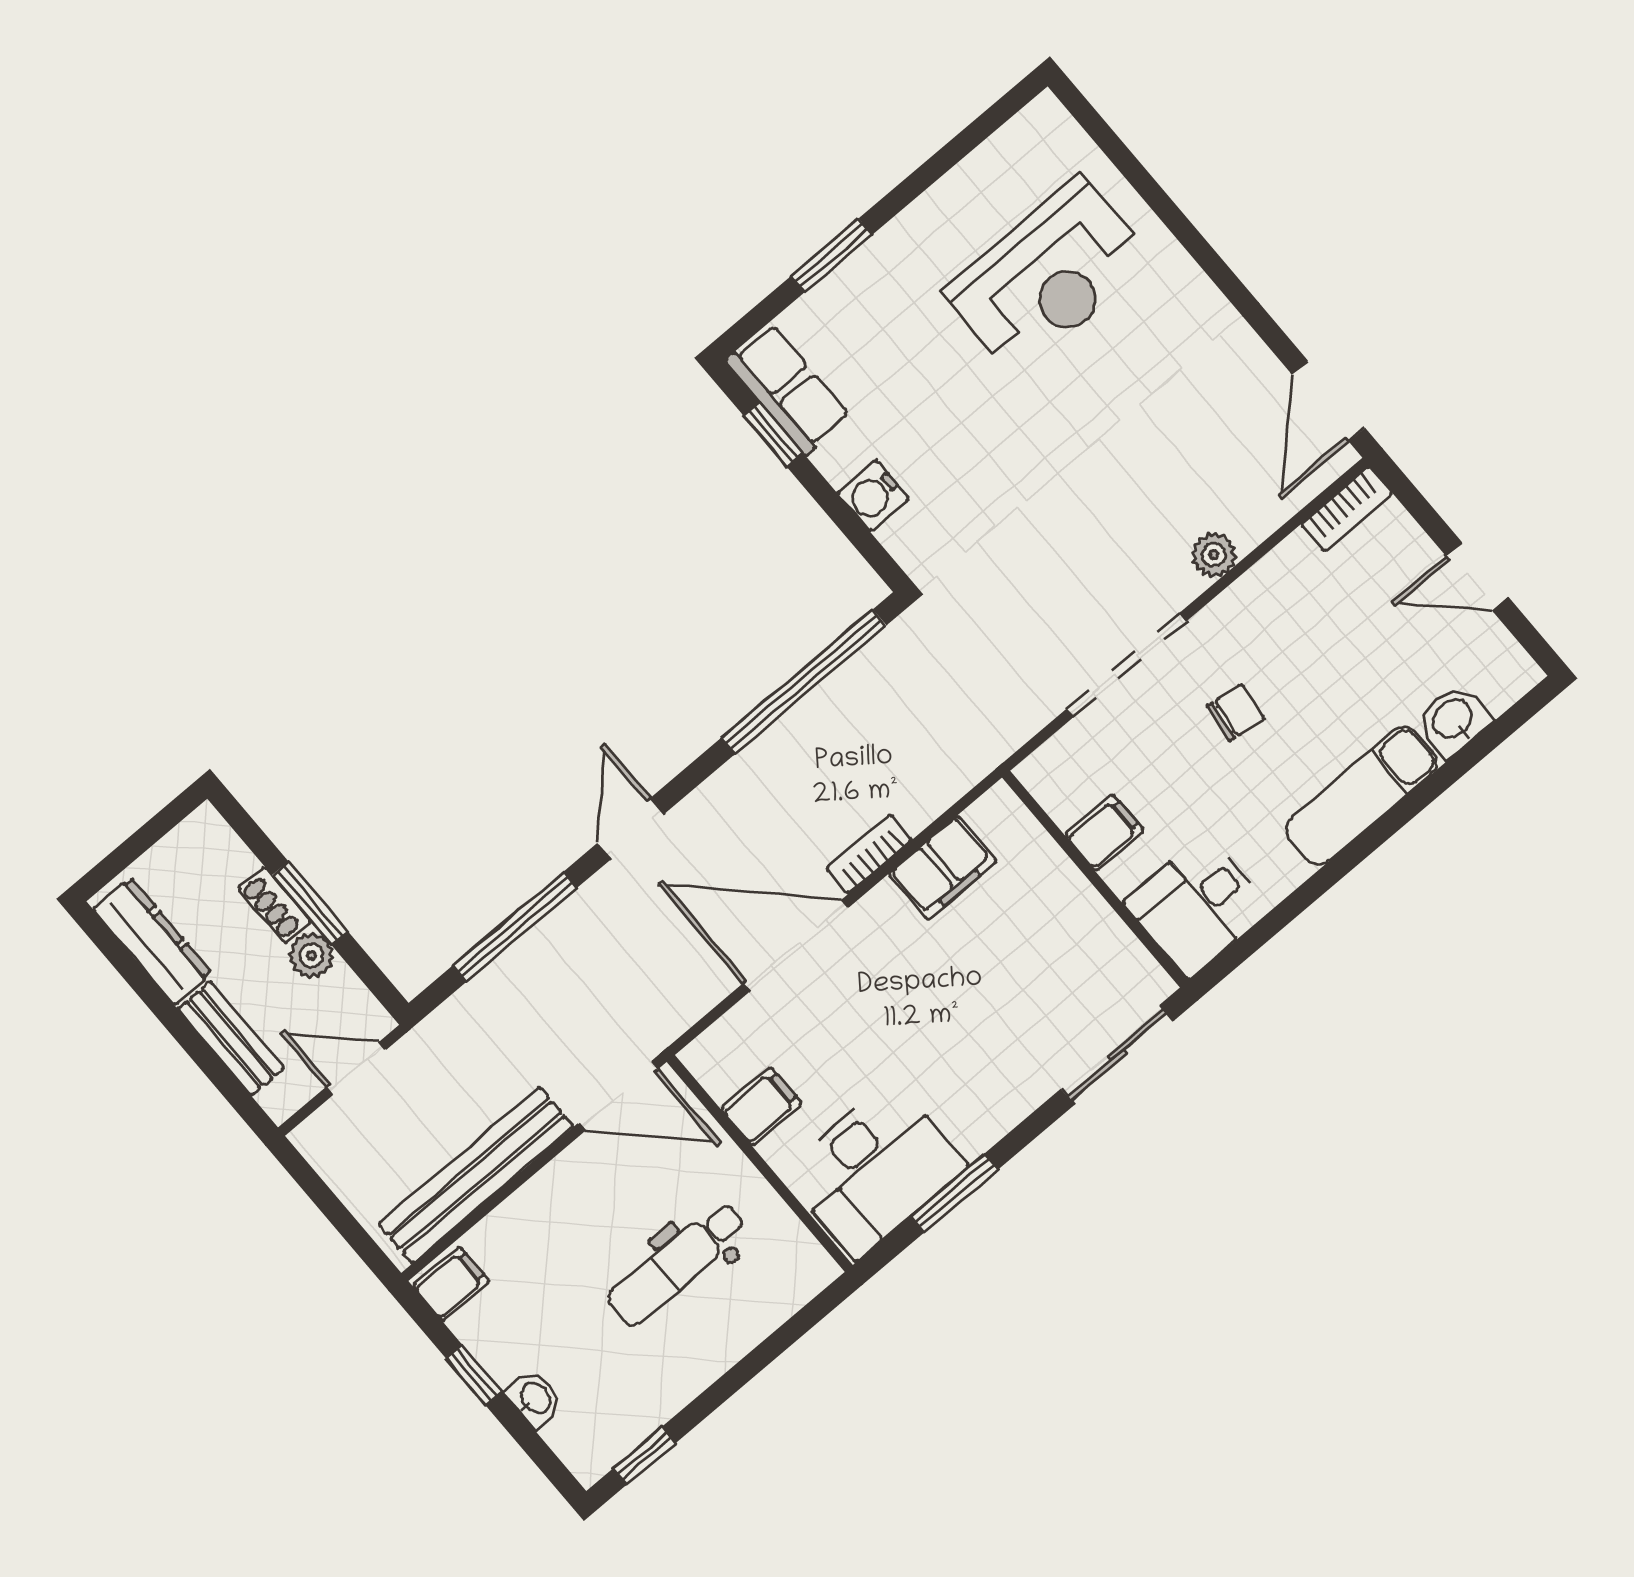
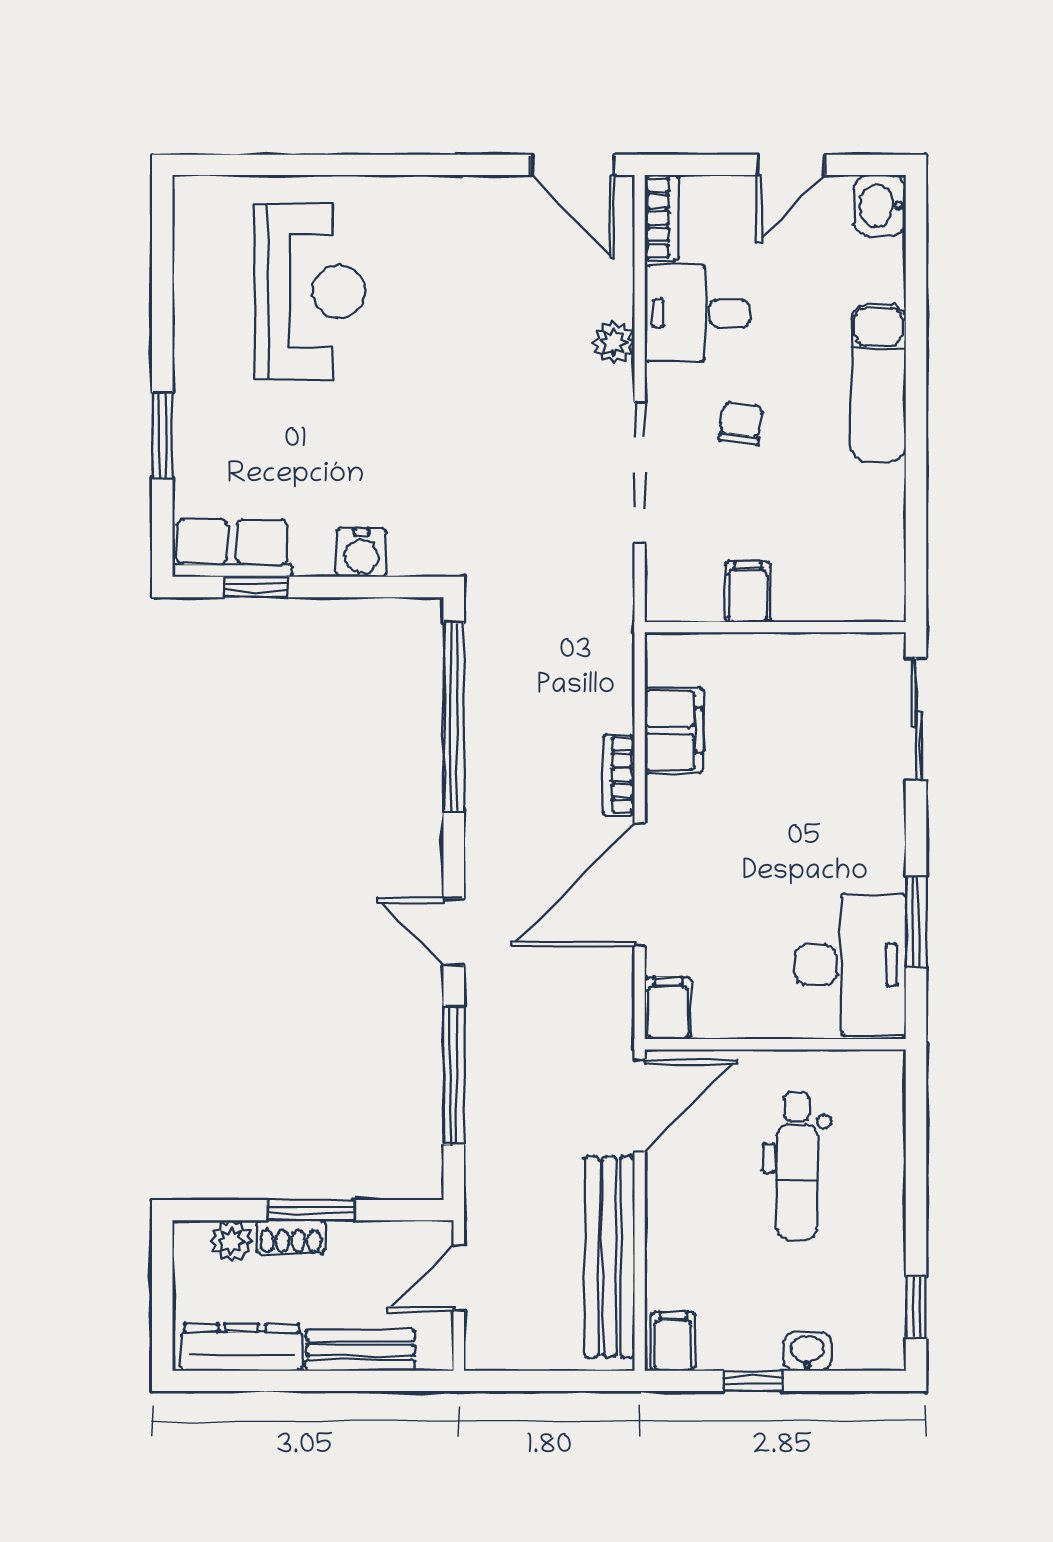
washbasin: (1454, 720) -> (880, 206), moved
desk: (1197, 906) -> (697, 313), moved, turned 90
plant: (311, 956) -> (231, 1241), moved
filing cabinet: (761, 1107) -> (668, 1008), moved

